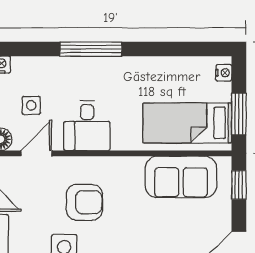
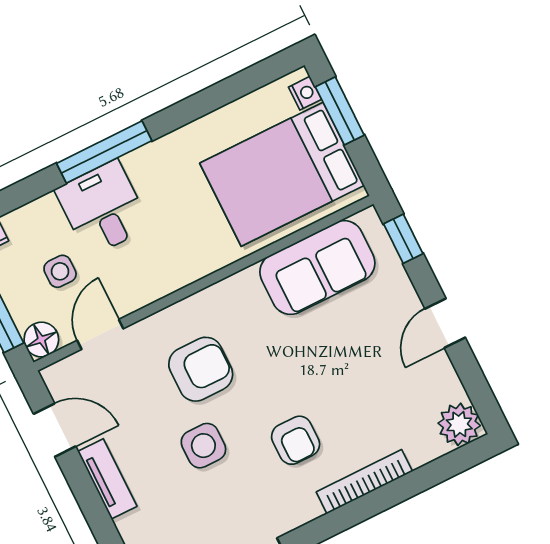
window: (239, 114) -> (340, 111), moved
bed: (187, 123) -> (282, 174), width x1.50
desk: (87, 126) -> (103, 208), moved, turned 180

